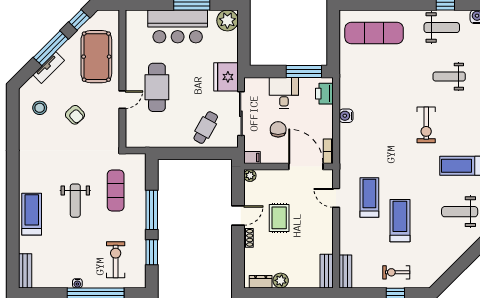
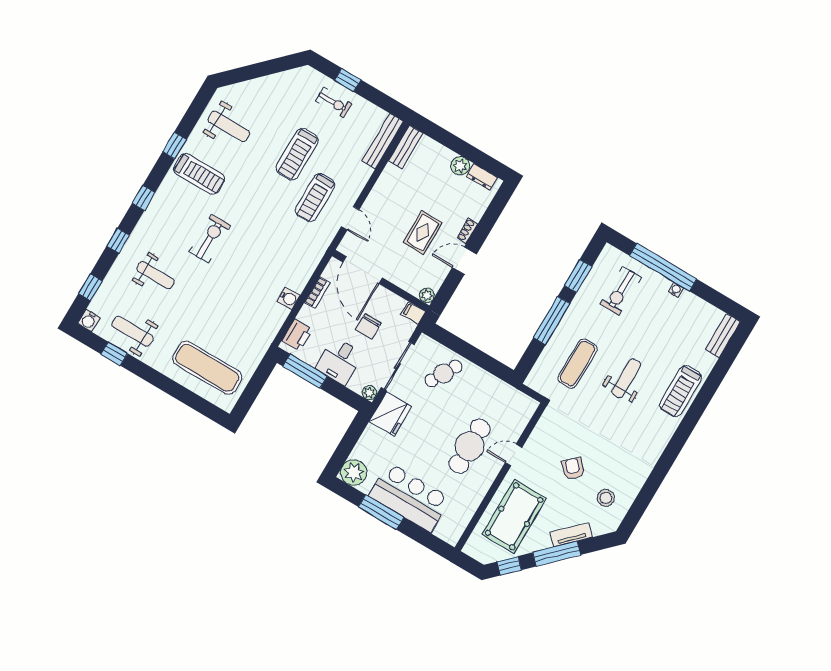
plant: (250, 83) -> (369, 393), added
bookcase: (328, 151) -> (317, 293), moved
bench: (345, 271) -> (383, 141), width x1.36

